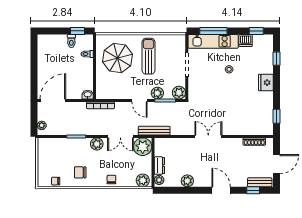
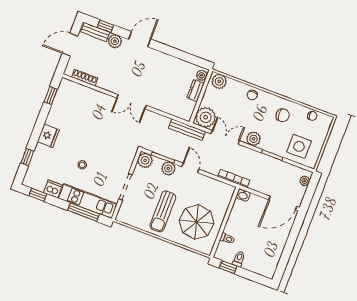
side table: (57, 152) -> (299, 146), added
plant: (187, 181) -> (115, 41), moved
door: (221, 190) -> (140, 39), swing flipped

